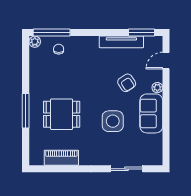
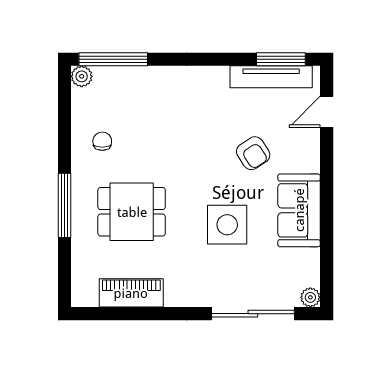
tv unit: (121, 42) -> (271, 77), moved
chair: (59, 49) -> (102, 141), moved
plant: (157, 88) -> (310, 297), moved
sliding door: (127, 169) -> (253, 314), width x1.37

